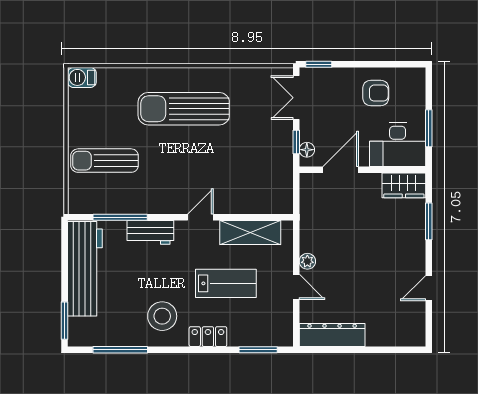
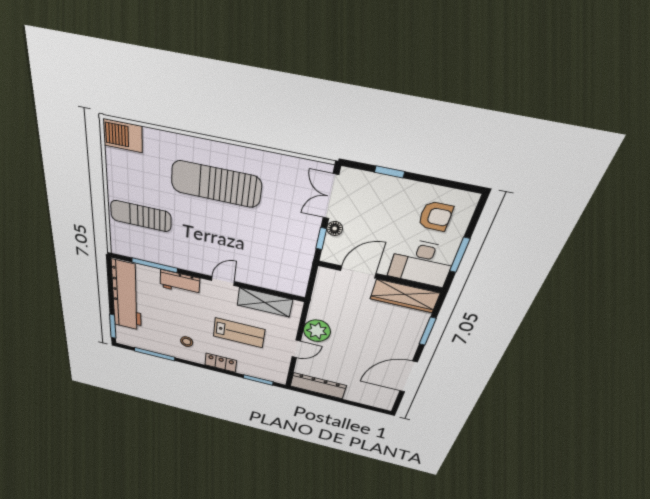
window: (319, 64) -> (389, 172), moved
barbecue: (82, 77) -> (123, 136), width x1.38, depth x1.27
armchair: (376, 93) -> (435, 216), moved
floor lamp: (307, 150) -> (335, 228), moved
wardrobe: (404, 185) -> (405, 296), width x1.50
plant: (307, 261) -> (317, 331), width x1.87, depth x1.87
door: (296, 287) -> (296, 349), hinge flipped
door: (429, 288) -> (408, 377), width x1.88
stool: (162, 316) -> (187, 342), width x0.53, depth x0.53

